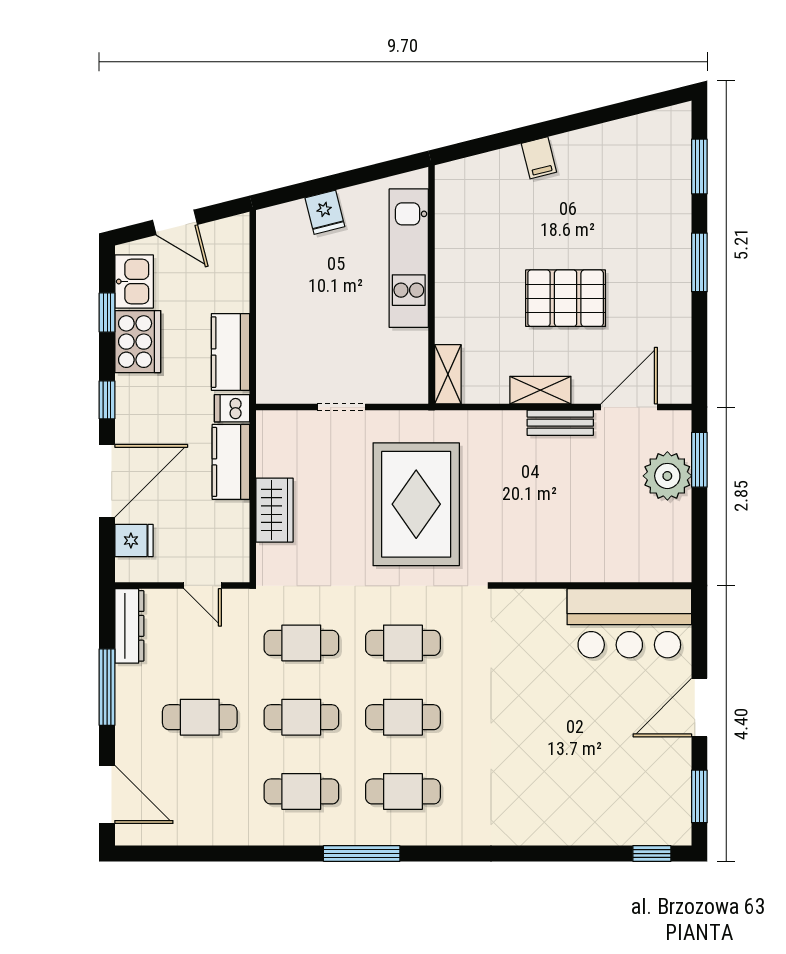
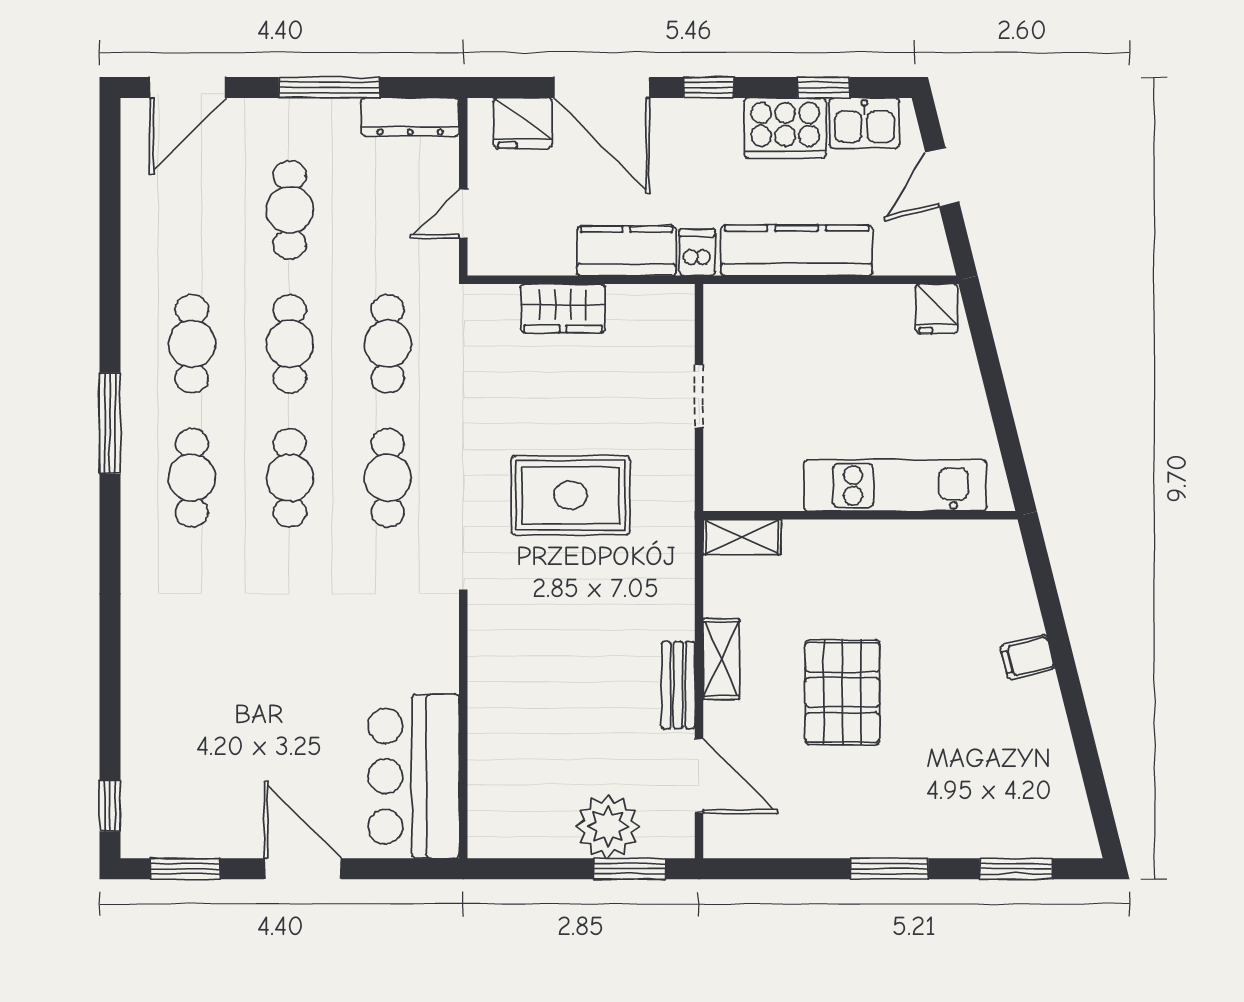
fridge: (325, 212) -> (937, 309), moved, turned -76
kitchen counter: (230, 352) -> (797, 250), width x1.50
rug: (416, 504) -> (571, 495), width x0.73, depth x0.69
fridge: (134, 540) -> (523, 123), width x1.38

